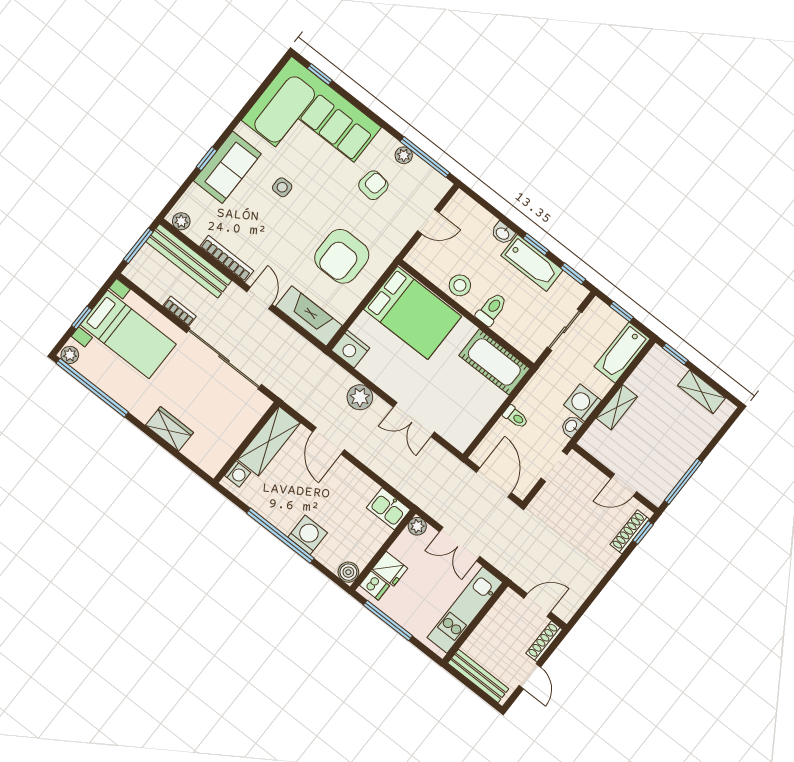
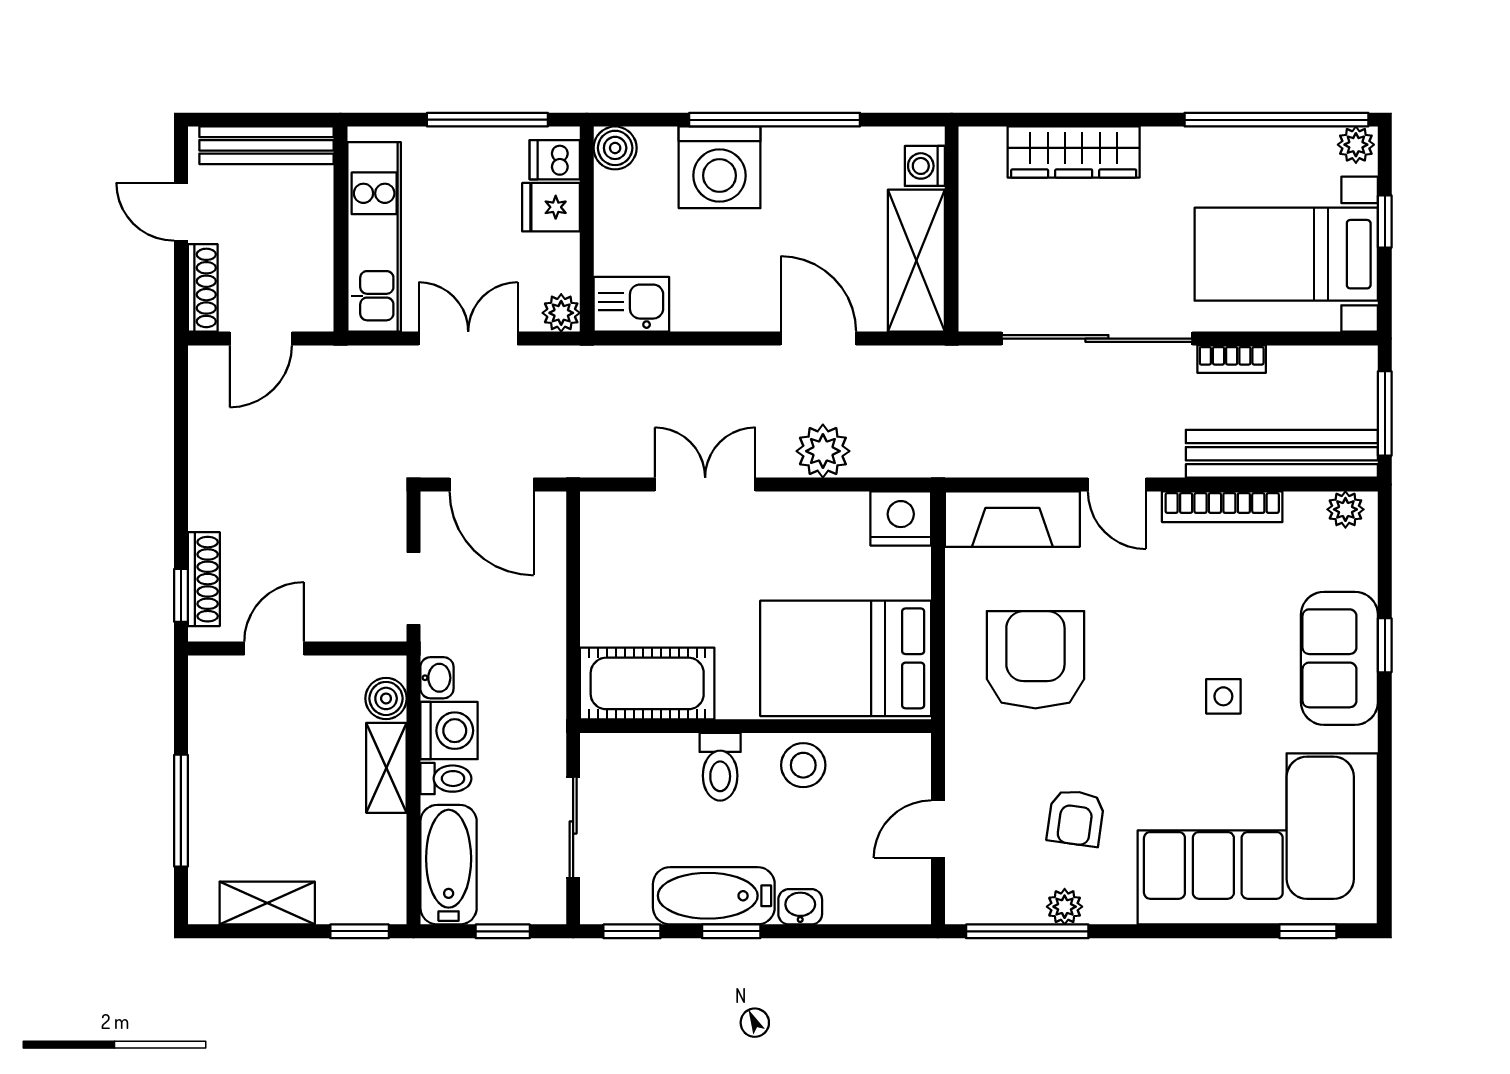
toilet: (516, 417) -> (446, 779), moved, turned 180
wardrobe: (169, 429) -> (1074, 152), width x1.50
boiler: (597, 433) -> (386, 698), added
window: (683, 481) -> (181, 811), moved
washing machine: (308, 535) -> (720, 167), width x1.37, depth x1.37

